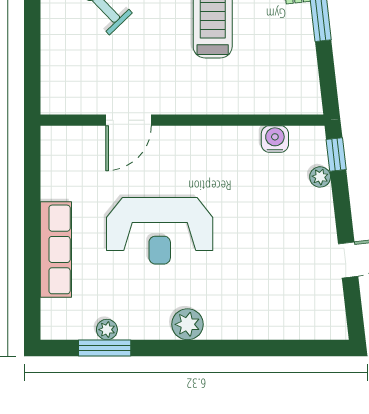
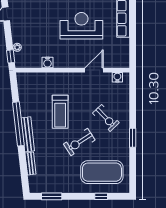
water cooler: (70, 102) -> (117, 77), added
water cooler: (275, 139) -> (48, 63), moved

